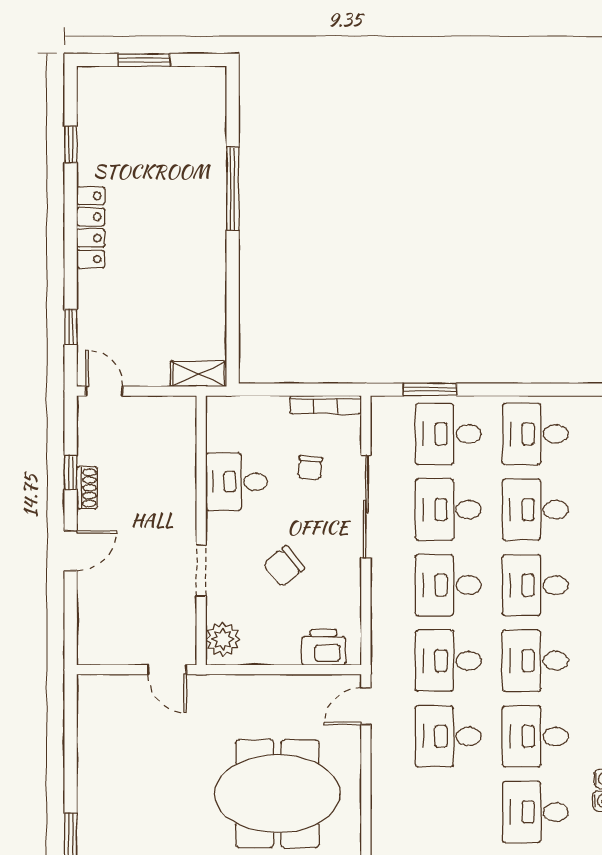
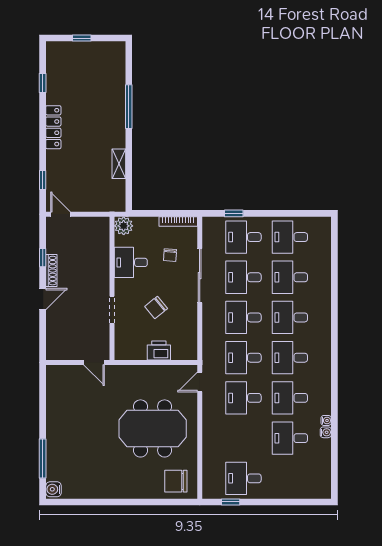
window: (144, 60) -> (82, 38), width x0.67
shelving: (198, 374) -> (119, 164), moved, turned 90
window: (430, 390) -> (234, 213), width x0.67
shoe rack: (87, 488) -> (51, 271), width x1.43
plant: (223, 639) -> (124, 226), moved
printer: (323, 647) -> (159, 351), moved

